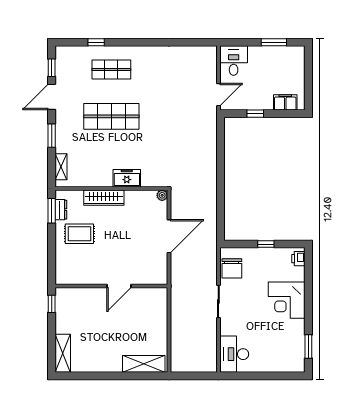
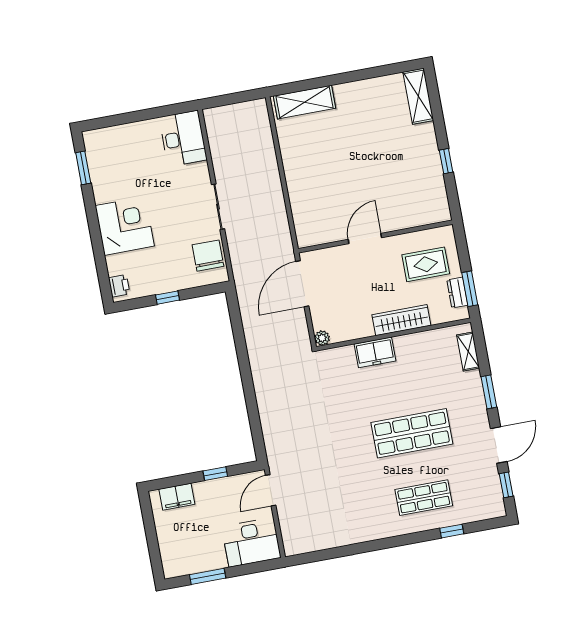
desk: (234, 61) -> (251, 542), width x1.37
wall: (111, 286) -> (375, 237), moved
door: (119, 286) -> (365, 239), moved

